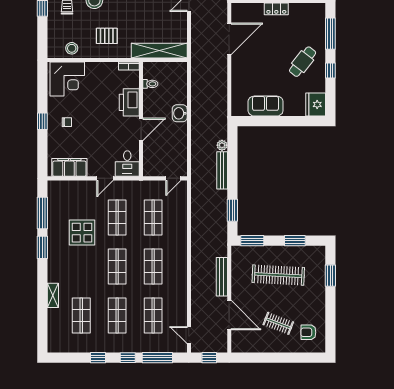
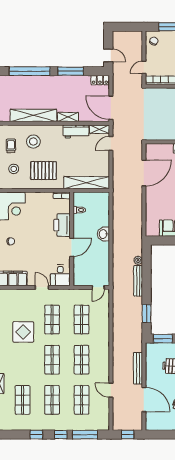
pallet: (107, 36) -> (44, 171), width x1.50, depth x1.42
stool: (72, 48) -> (14, 169), moved
door: (105, 178) -> (42, 287), swing flipped
door: (189, 335) -> (111, 390), moved

